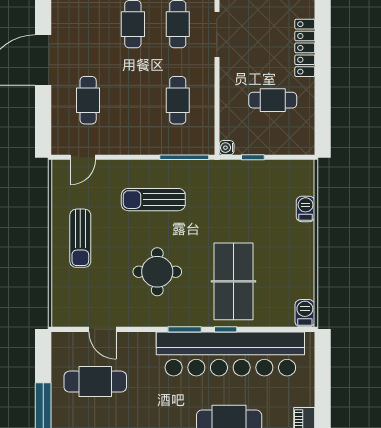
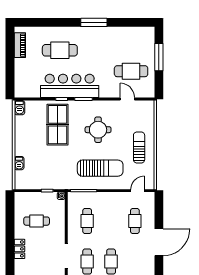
locker: (305, 48) -> (19, 249), width x0.66
sun lounger: (153, 200) -> (100, 168), width x1.36, depth x1.34
bar counter: (230, 354) -> (70, 86), width x0.73

